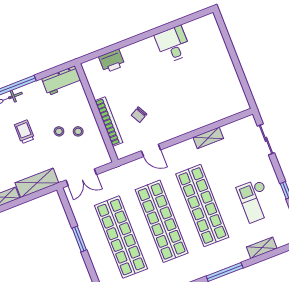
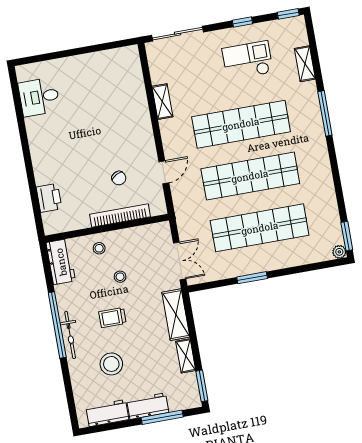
desk: (173, 44) -> (39, 97), moved
stool: (78, 131) -> (99, 248), moved
sliding door: (266, 139) -> (178, 34), width x1.37
checkout: (255, 201) -> (248, 60), turned 180

